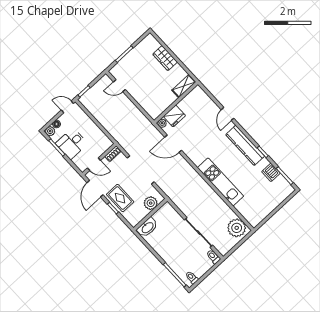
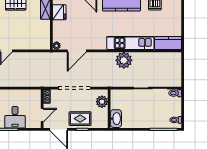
fridge: (174, 116) -> (59, 12), moved
kitchen counter: (249, 213) -> (168, 43), added
plant: (237, 228) -> (124, 60), moved

